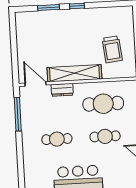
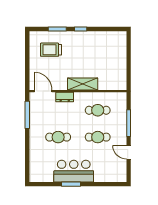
trolley: (112, 49) -> (51, 50), moved, turned 96
shelving: (74, 73) -> (83, 84), width x0.68
cafe table: (103, 104) -> (98, 110), width x0.73, depth x0.74

